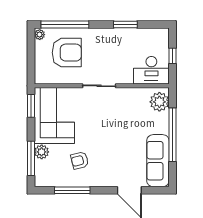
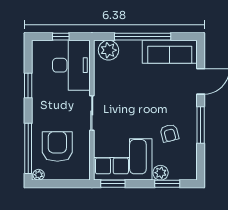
desk: (151, 70) -> (71, 65), width x1.36, depth x1.30
window: (31, 158) -> (167, 184), width x0.69
window: (72, 190) -> (201, 125), moved

